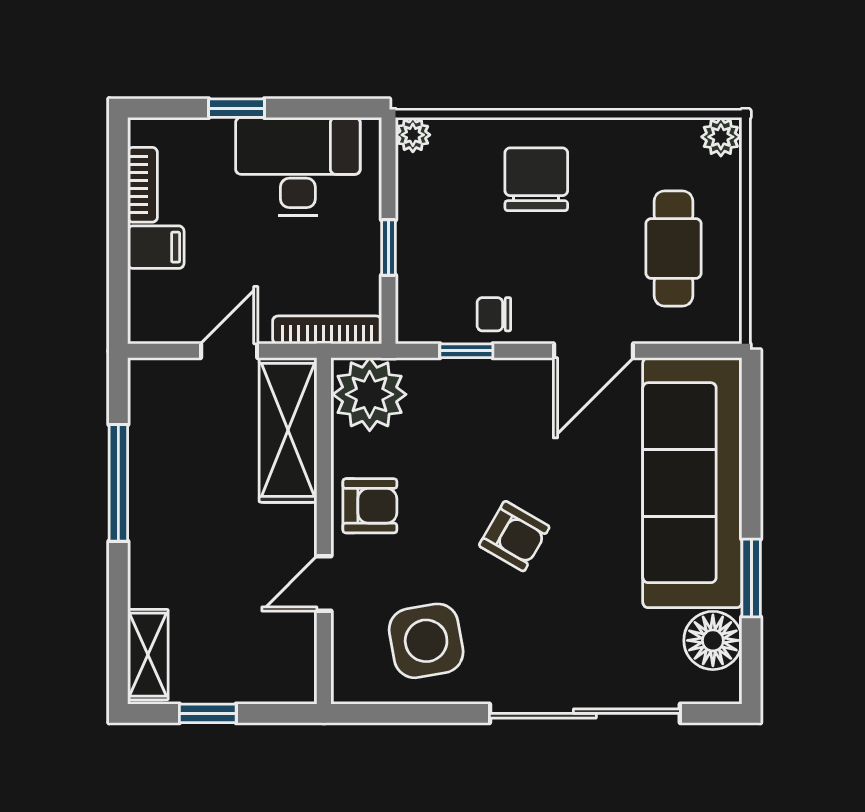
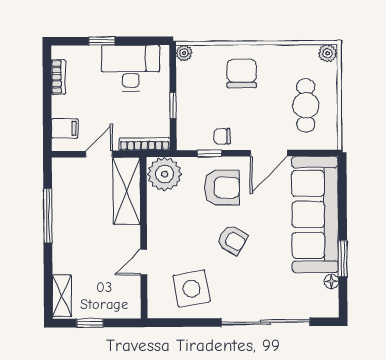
filing cabinet: (156, 247) -> (65, 128), moved
armchair: (370, 506) -> (222, 188), moved, width x1.38, depth x1.38
floor lamp: (713, 640) -> (331, 281), width x0.53, depth x0.53

